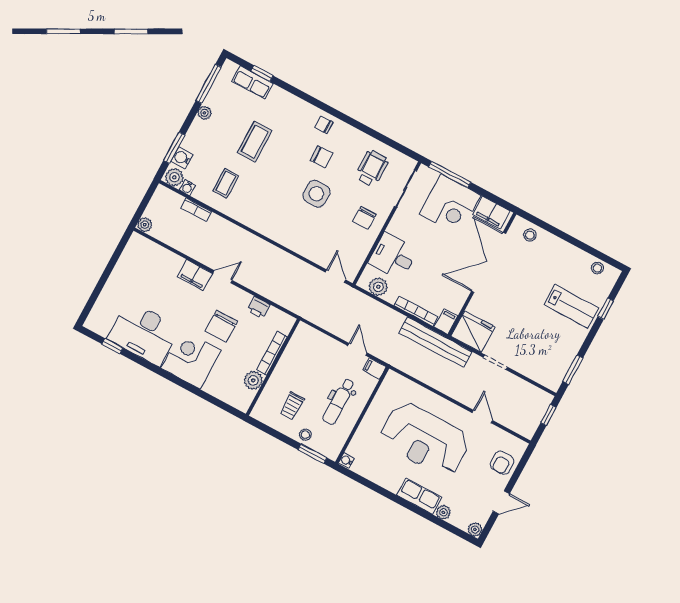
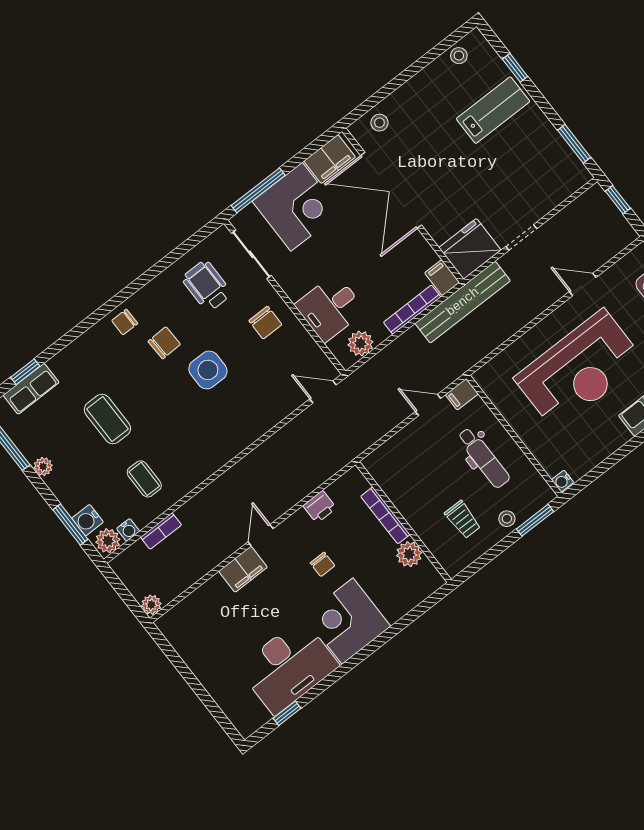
chair: (221, 326) -> (323, 564), width x0.54, depth x0.54

